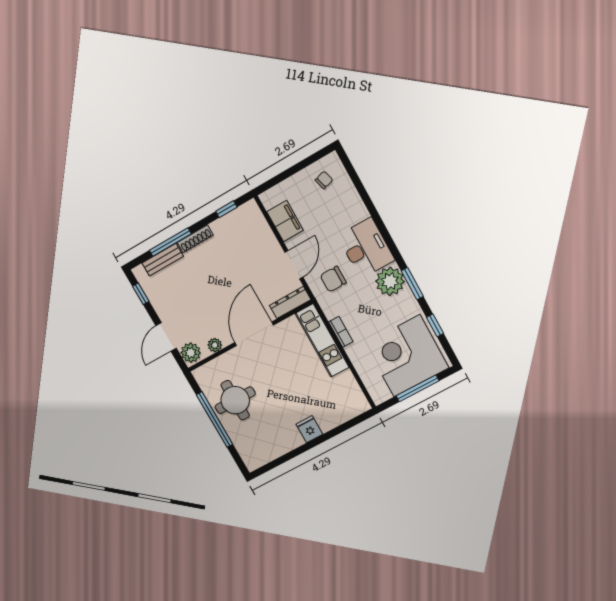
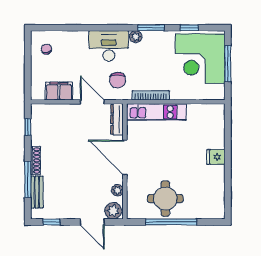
plant: (390, 281) -> (136, 37), width x0.53, depth x0.53
bookcase: (341, 332) -> (151, 95), width x1.56

